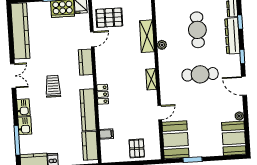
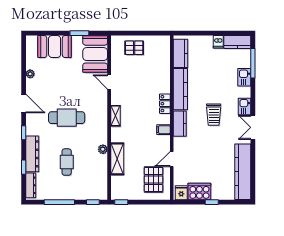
pallet: (109, 18) -> (154, 180), turned 90
cafe table: (197, 30) -> (67, 162), width x0.73, depth x0.74
kitchen counter: (86, 62) -> (180, 124), moved
kitchen sink: (23, 107) -> (244, 106), moved
door: (160, 113) -> (109, 82), hinge flipped
filing cabinet: (106, 134) -> (163, 130), moved
booth: (234, 138) -> (55, 47), moved, turned 90
pallet: (137, 148) -> (134, 48), turned 90

